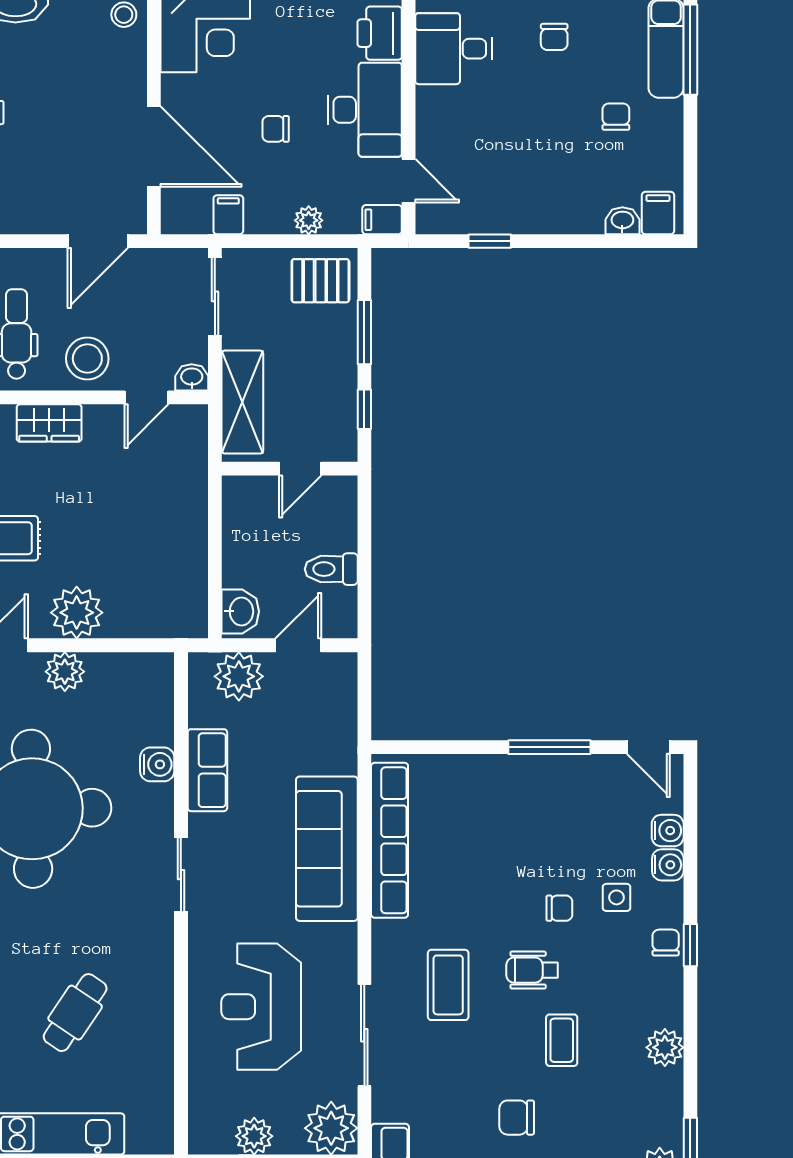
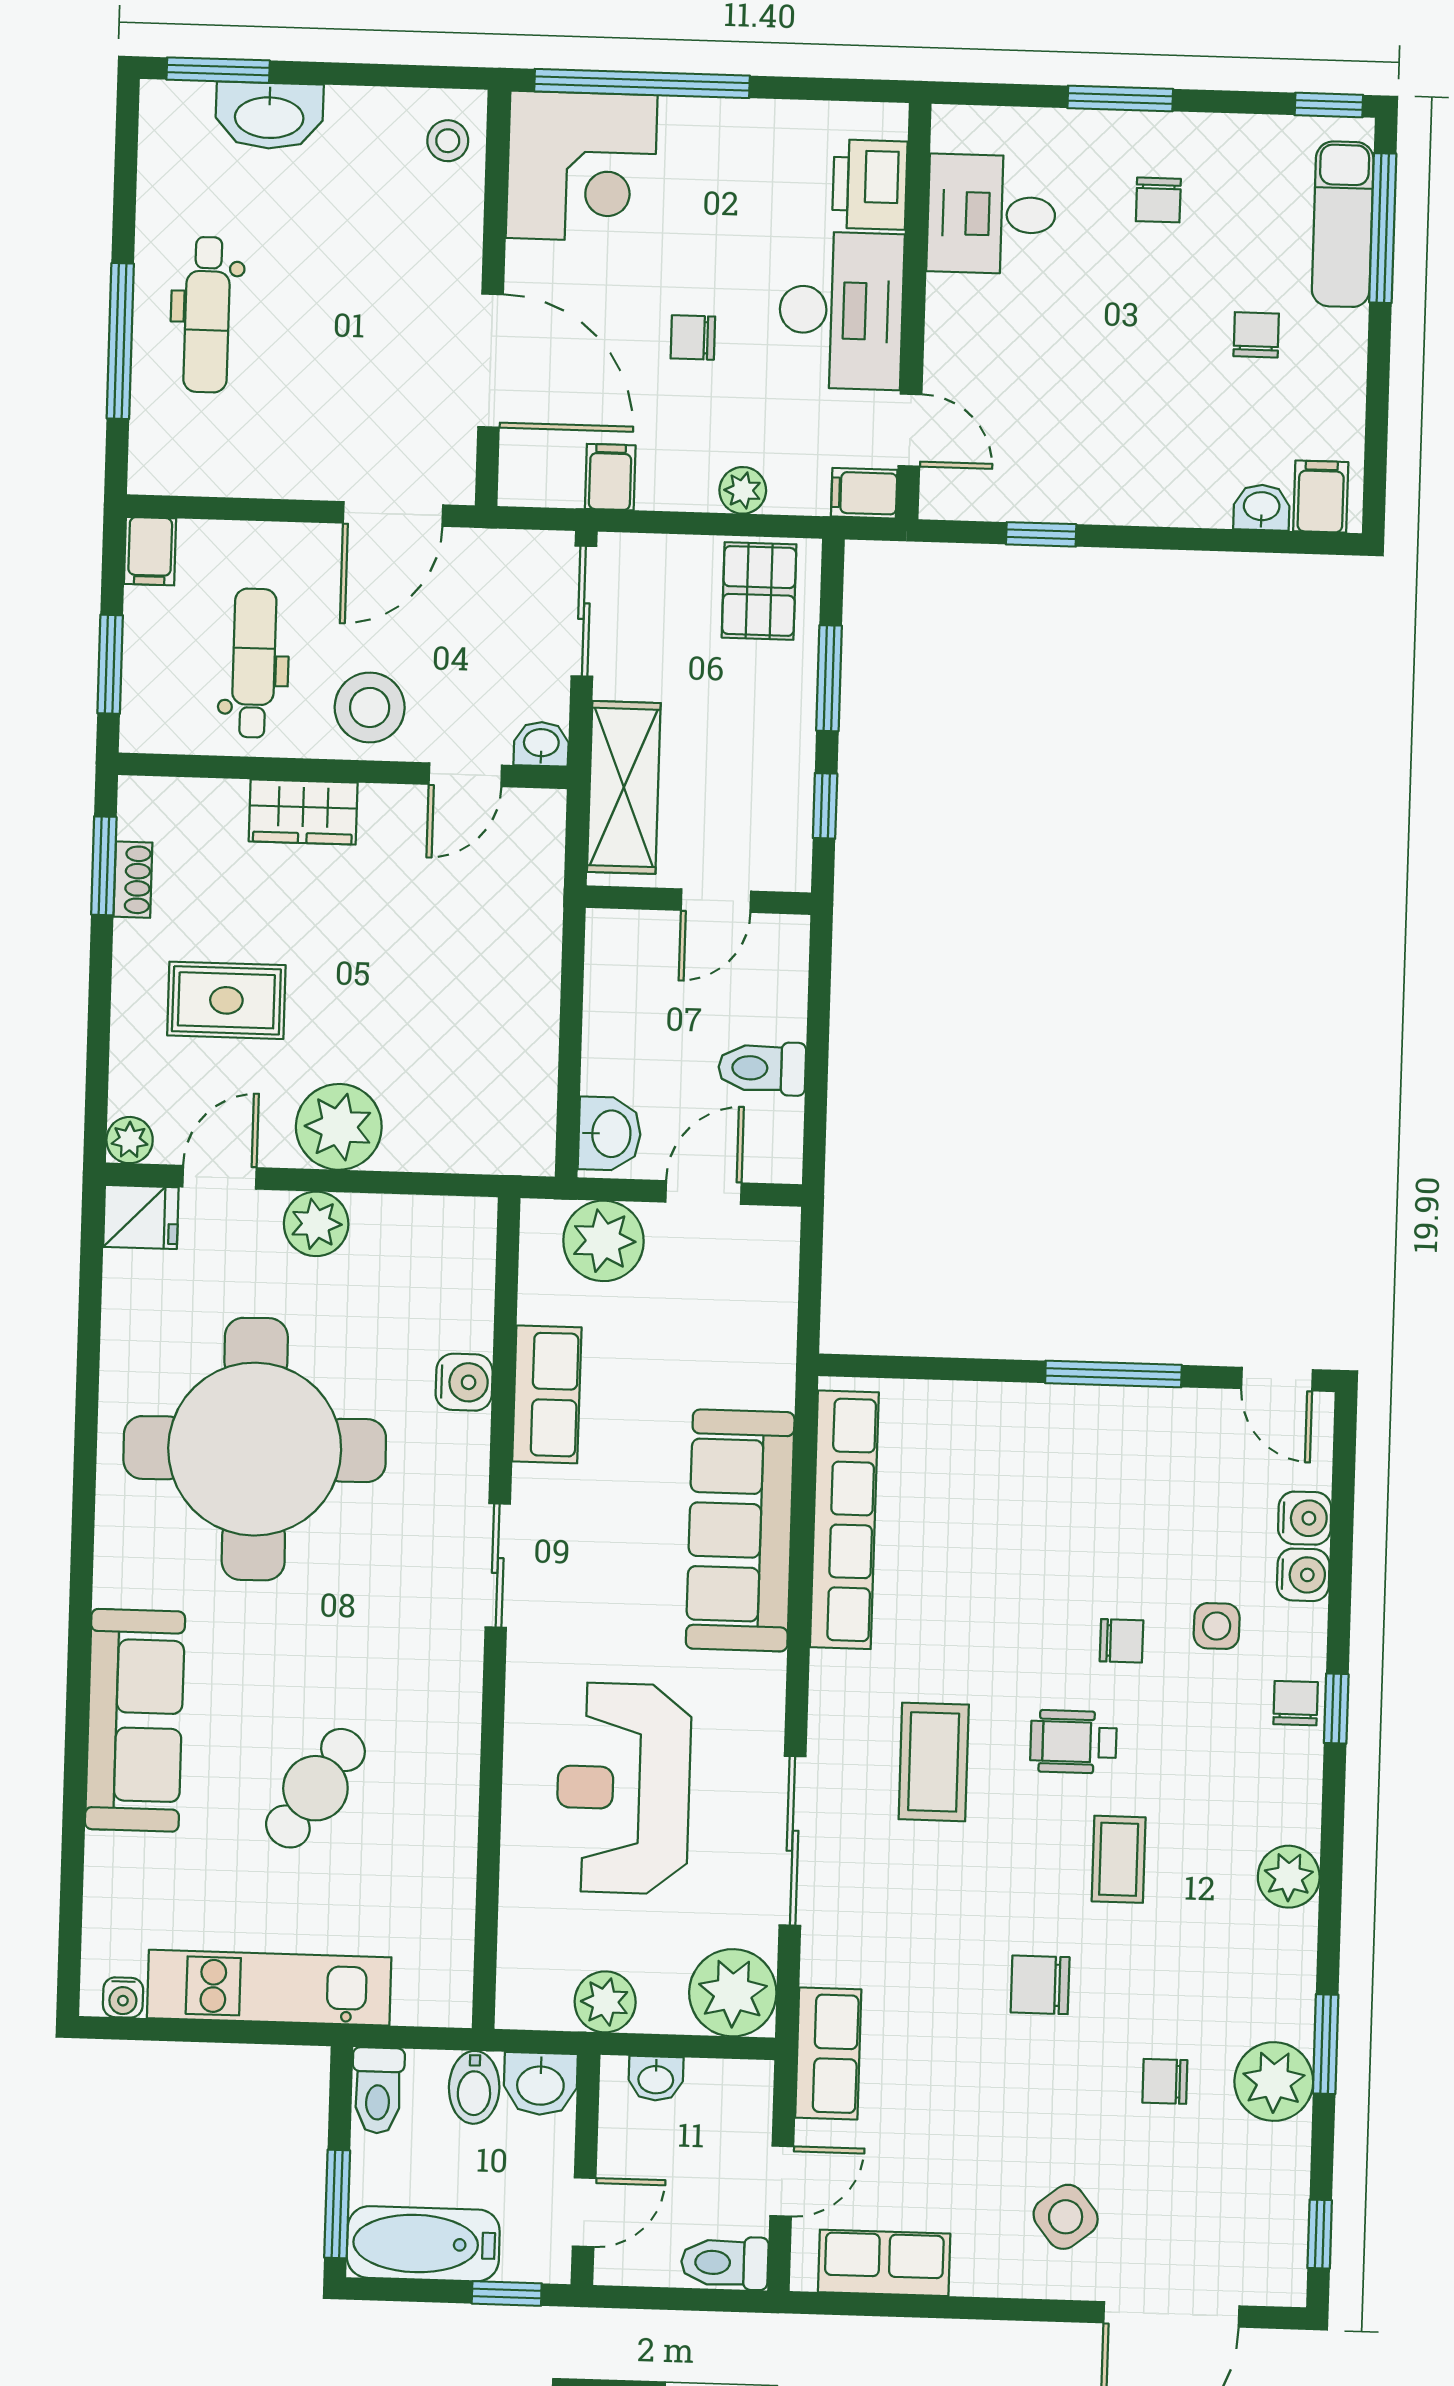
pallet: (320, 281) -> (759, 591), turned 90

